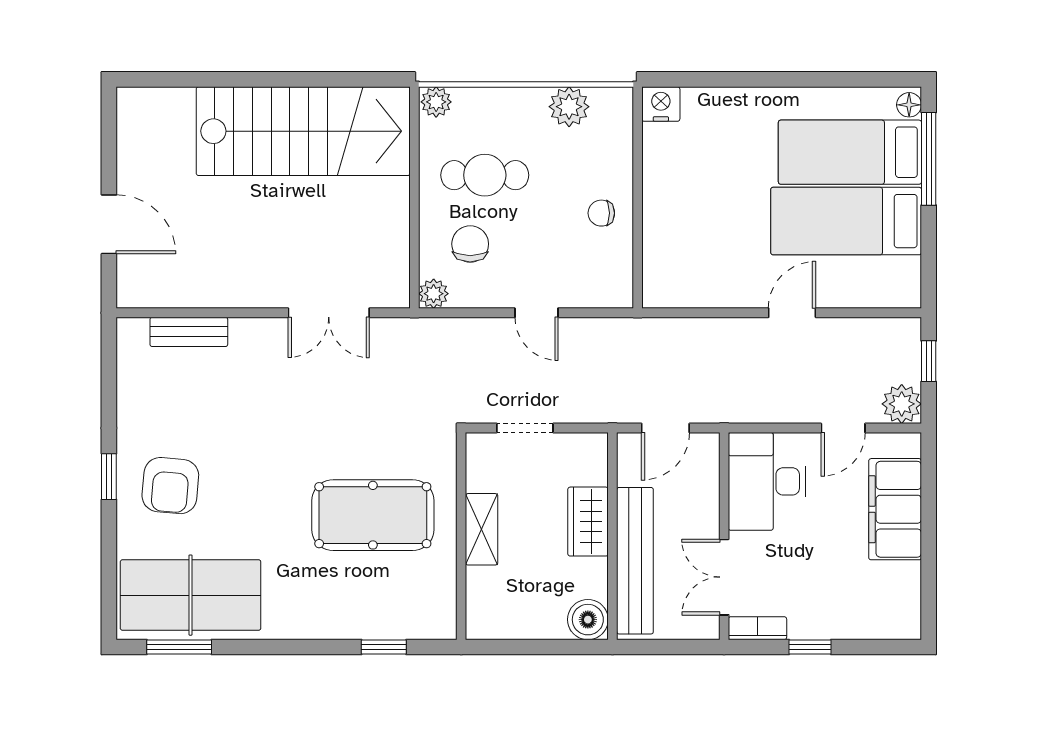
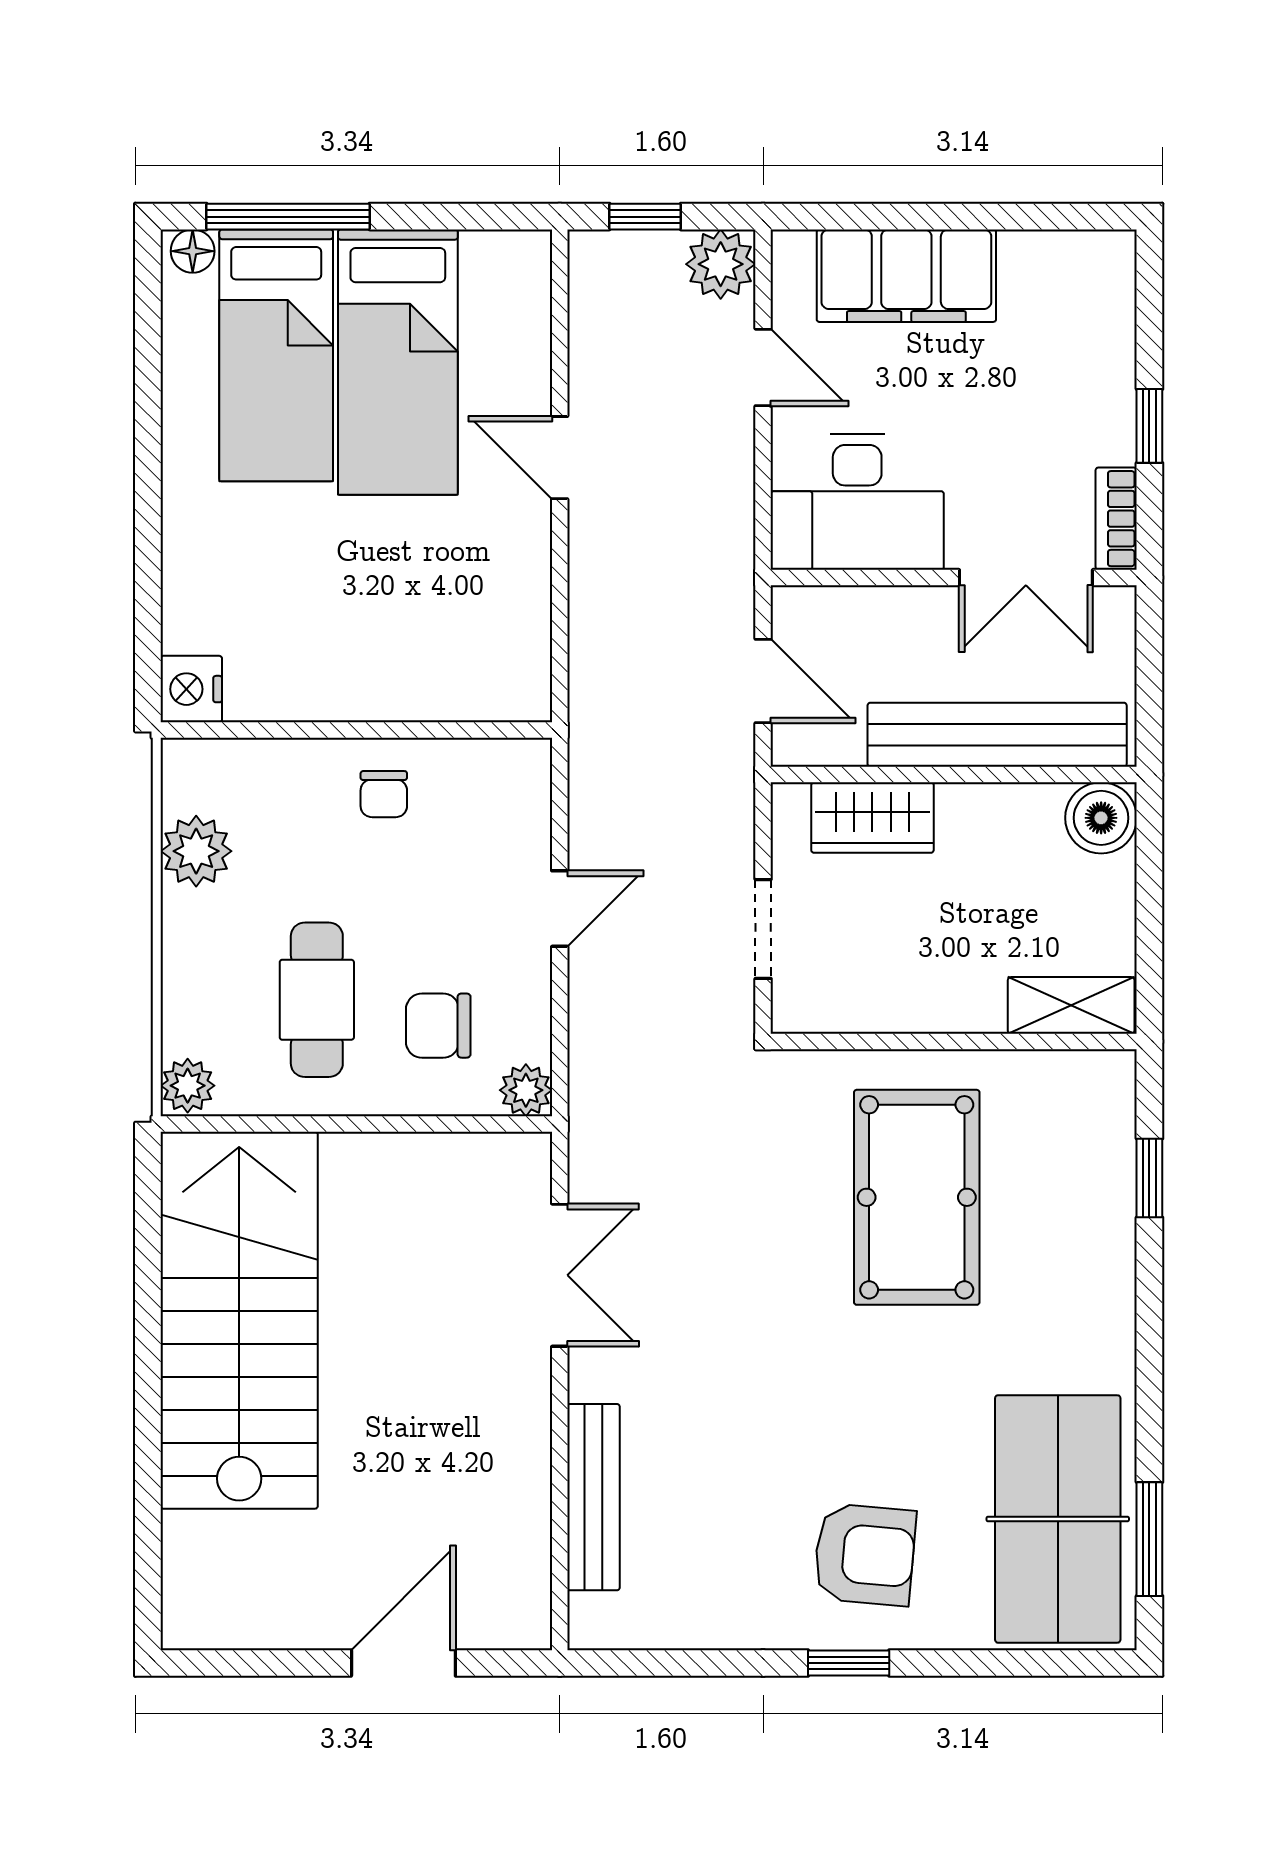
bench: (189, 332) -> (593, 1497), width x1.36
wardrobe: (588, 522) -> (872, 818), moved
shelving: (482, 529) -> (1071, 1005), moved

